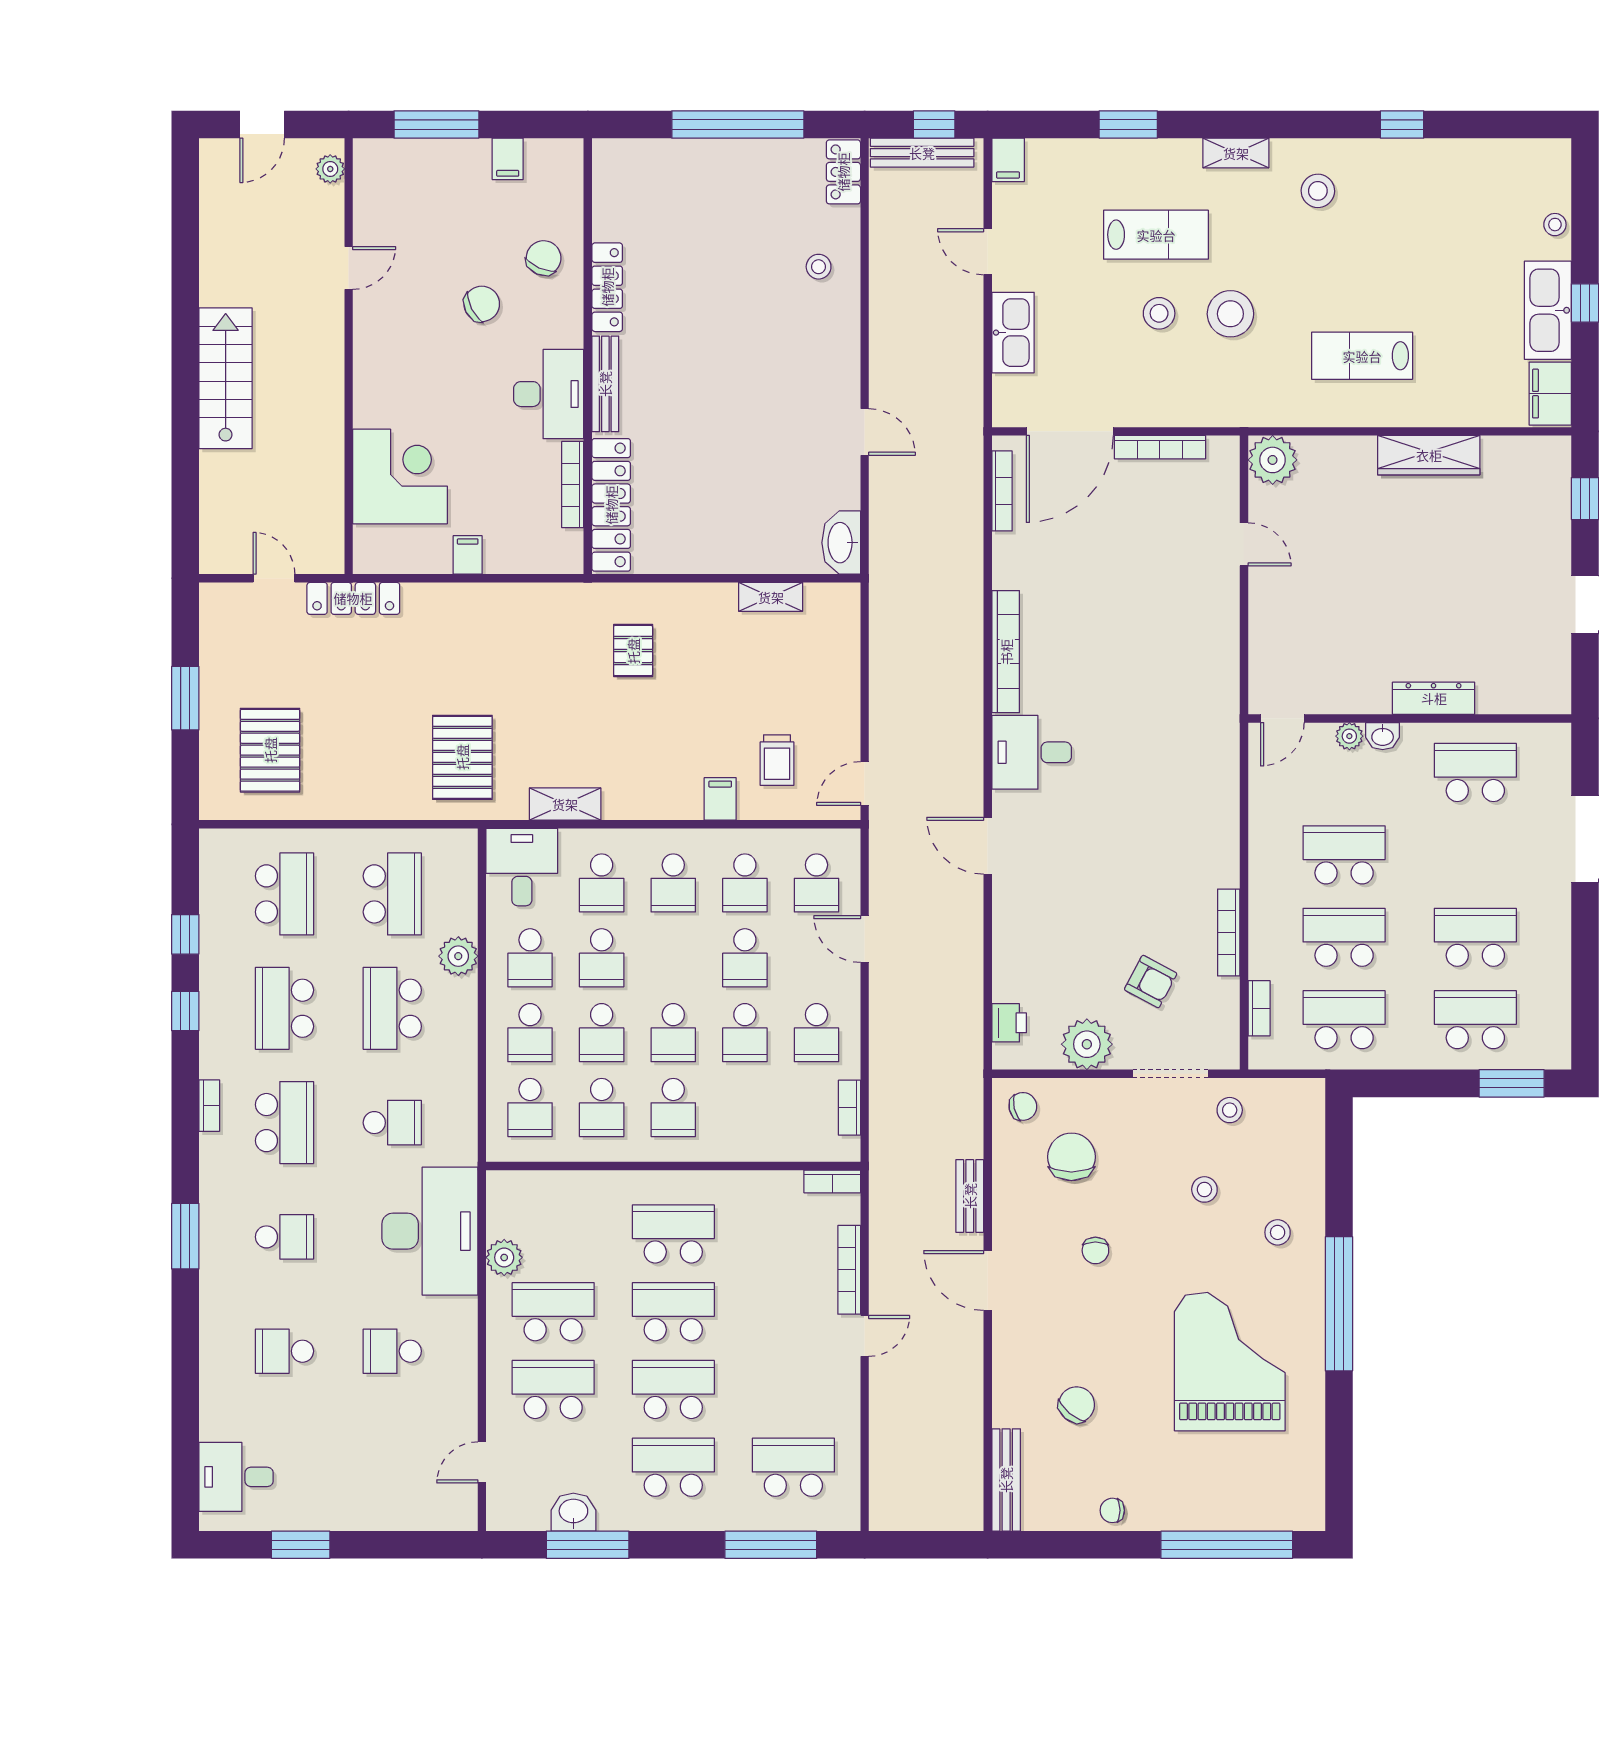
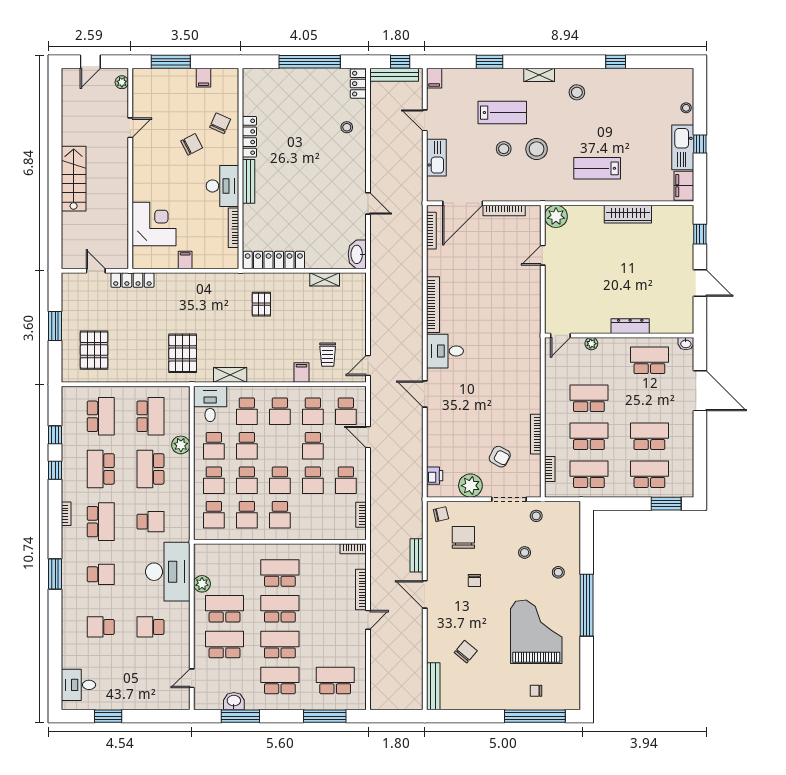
locker: (611, 505) -> (274, 260), moved, turned -90
door: (1244, 544) -> (543, 255), swing flipped
washbasin: (1383, 736) -> (686, 344), moved
chair: (1112, 1510) -> (536, 691), moved

